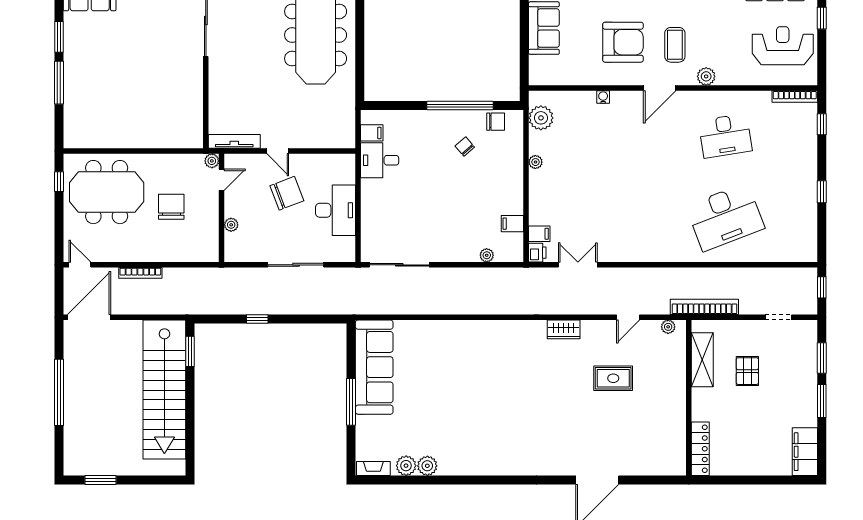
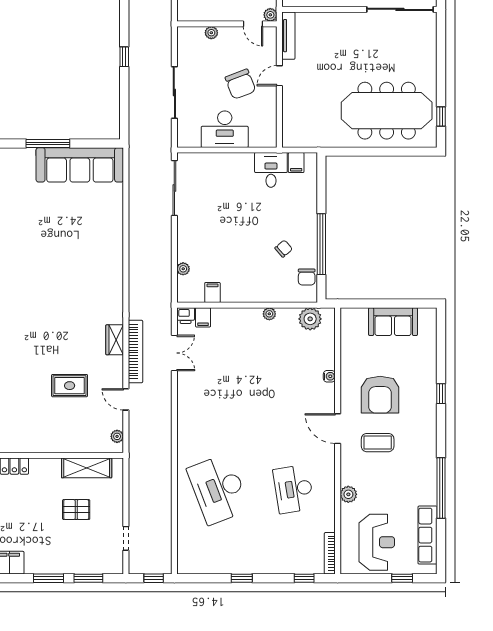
plant: (706, 76) -> (348, 494), moved
bookcase: (704, 307) -> (135, 351), moved
rug: (613, 378) -> (70, 386), turned 90

